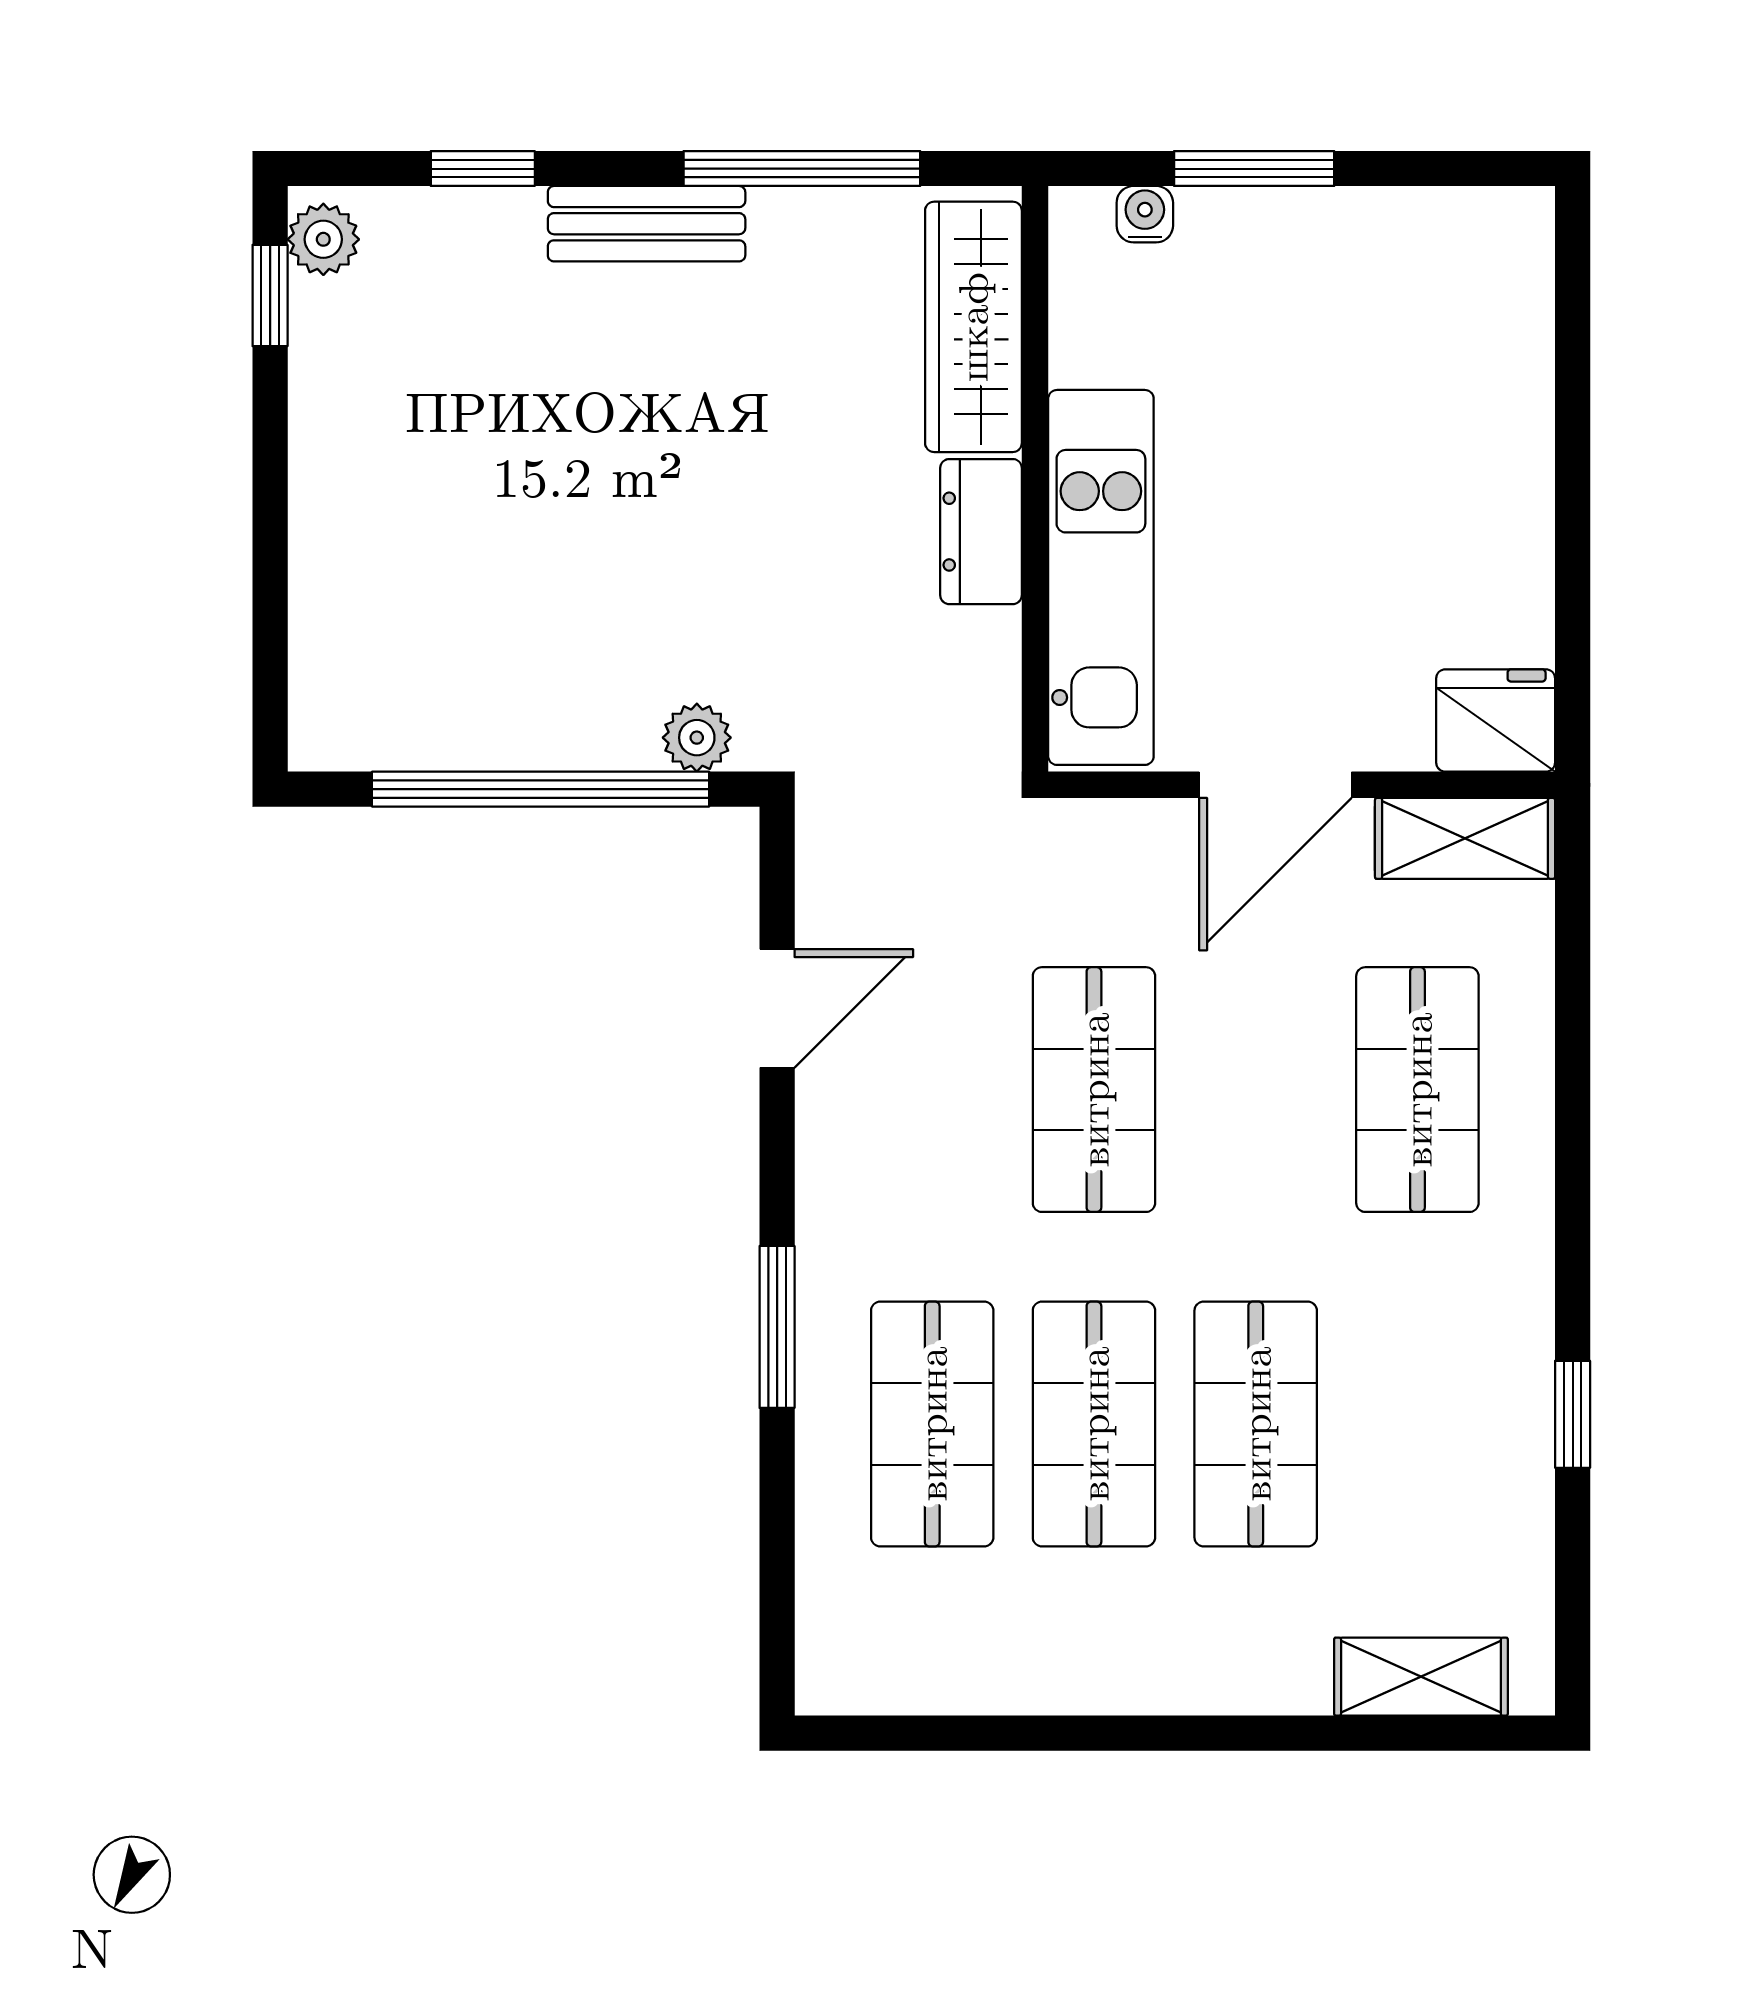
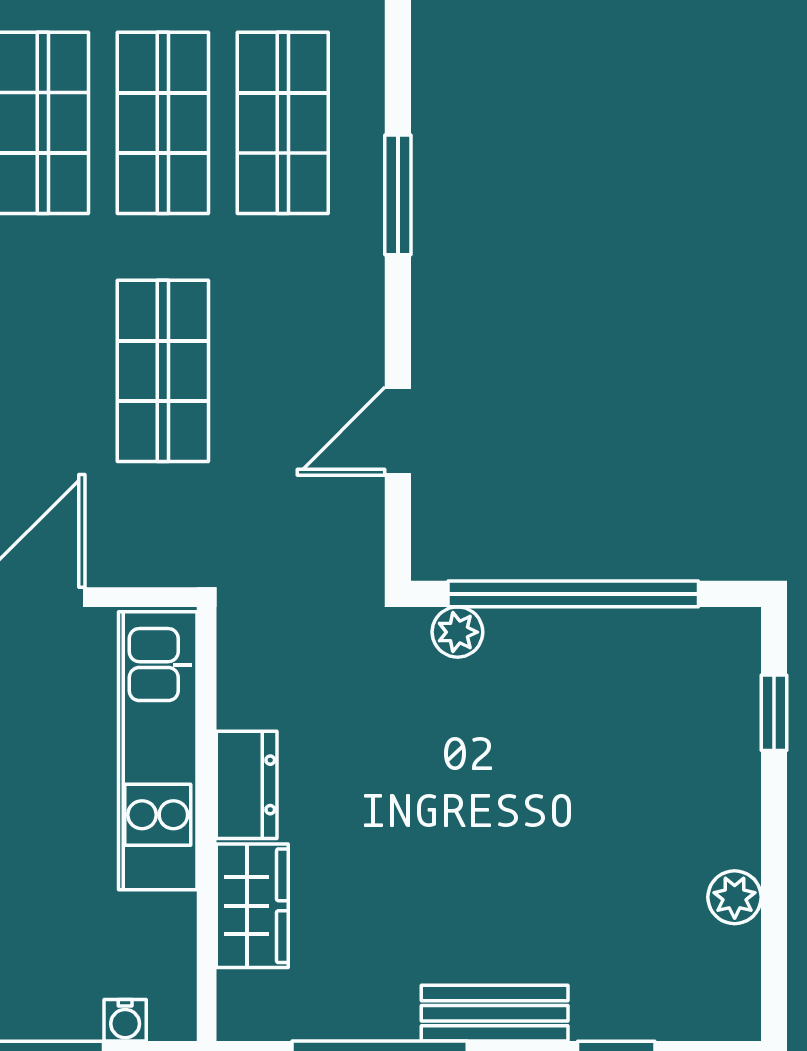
plant: (323, 239) -> (735, 897), moved
window: (270, 296) -> (774, 713), moved
wardrobe: (973, 327) -> (252, 906), width x0.67

